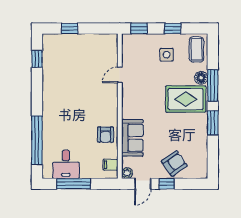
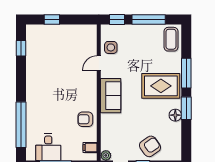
window: (173, 28) -> (149, 19), width x2.17
side table: (167, 55) -> (111, 47), moved
floor lamp: (201, 78) -> (175, 115), moved
armchair: (105, 135) -> (85, 119), turned 90
sofa: (132, 138) -> (111, 96), moved

